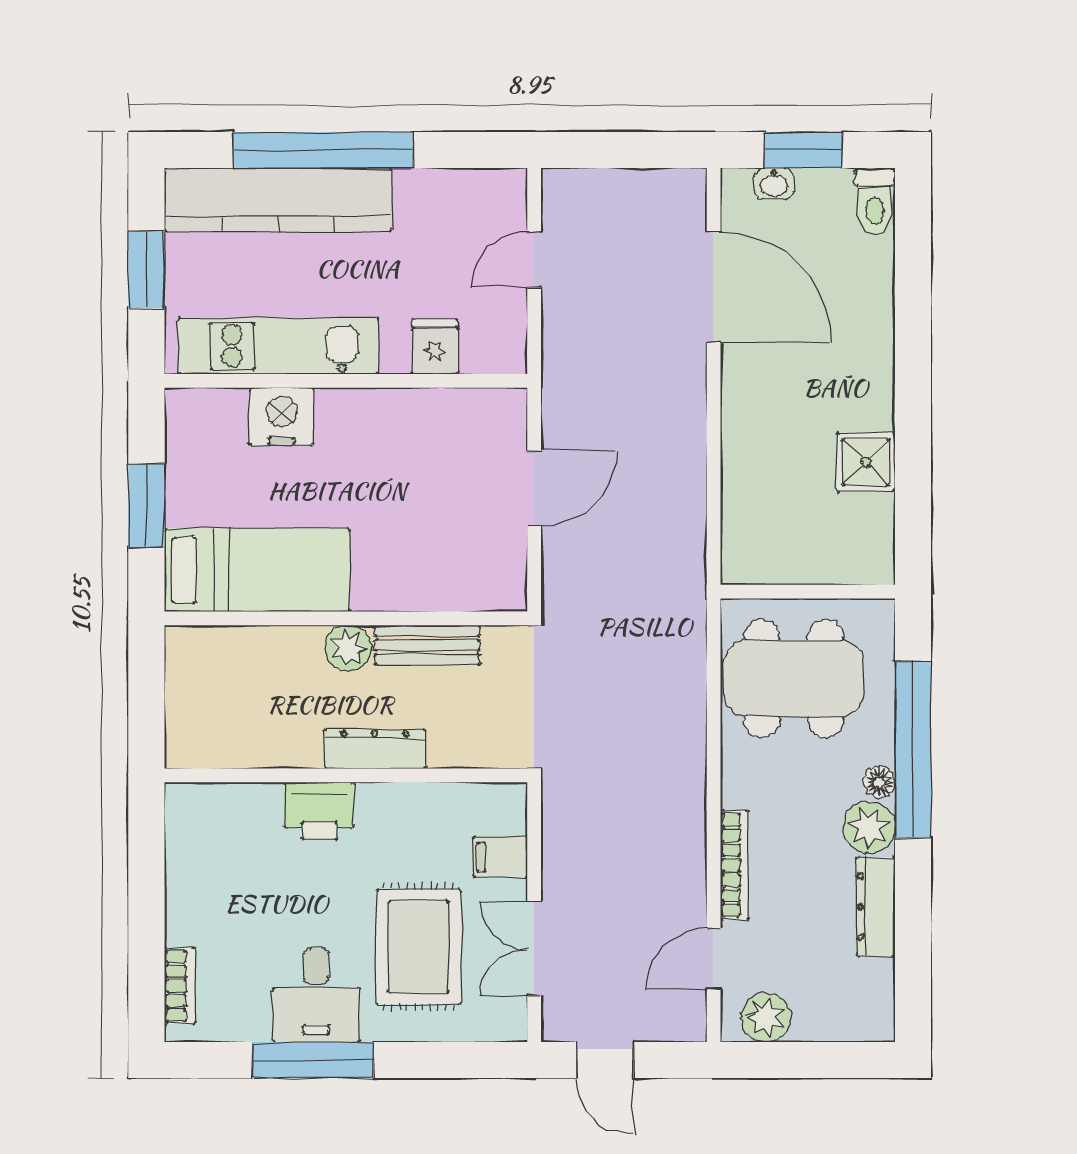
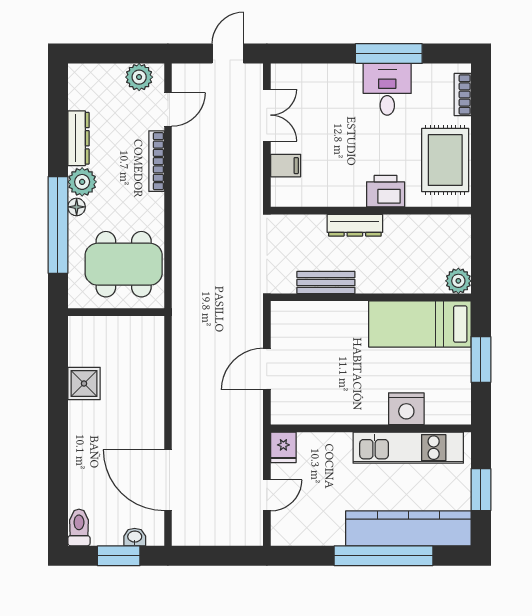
fridge: (435, 347) -> (283, 447), moved
plant: (348, 648) -> (458, 281), moved
rug: (419, 947) -> (445, 160), moved
door: (605, 1060) -> (228, 54), hinge flipped

